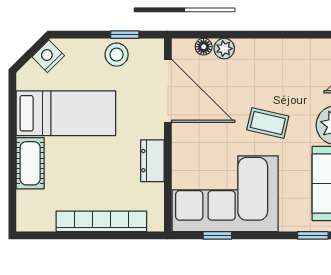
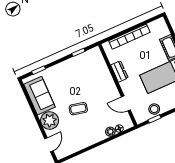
door: (168, 91) -> (126, 103), width x0.53
corner sofa: (225, 194) -> (83, 71), removed

